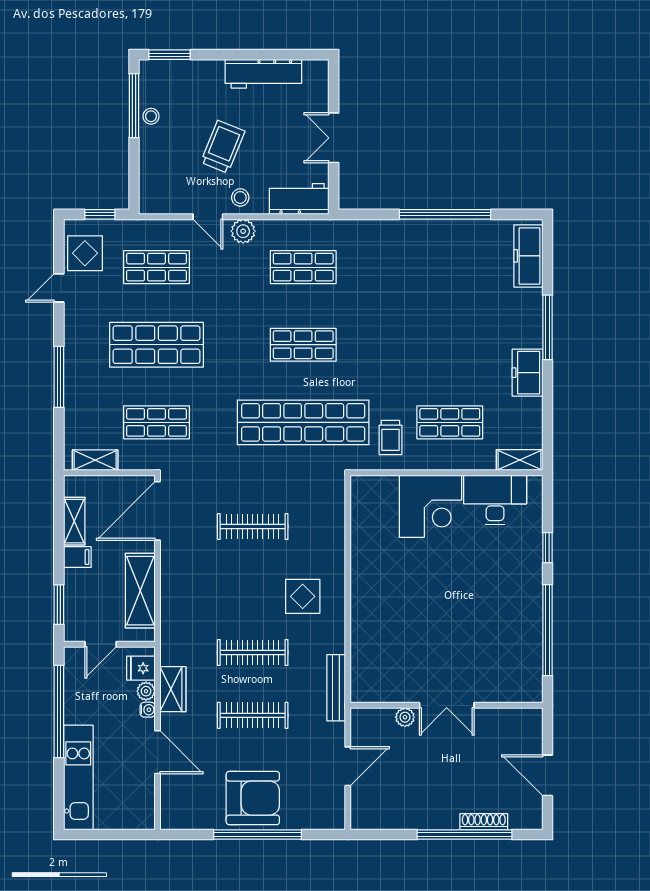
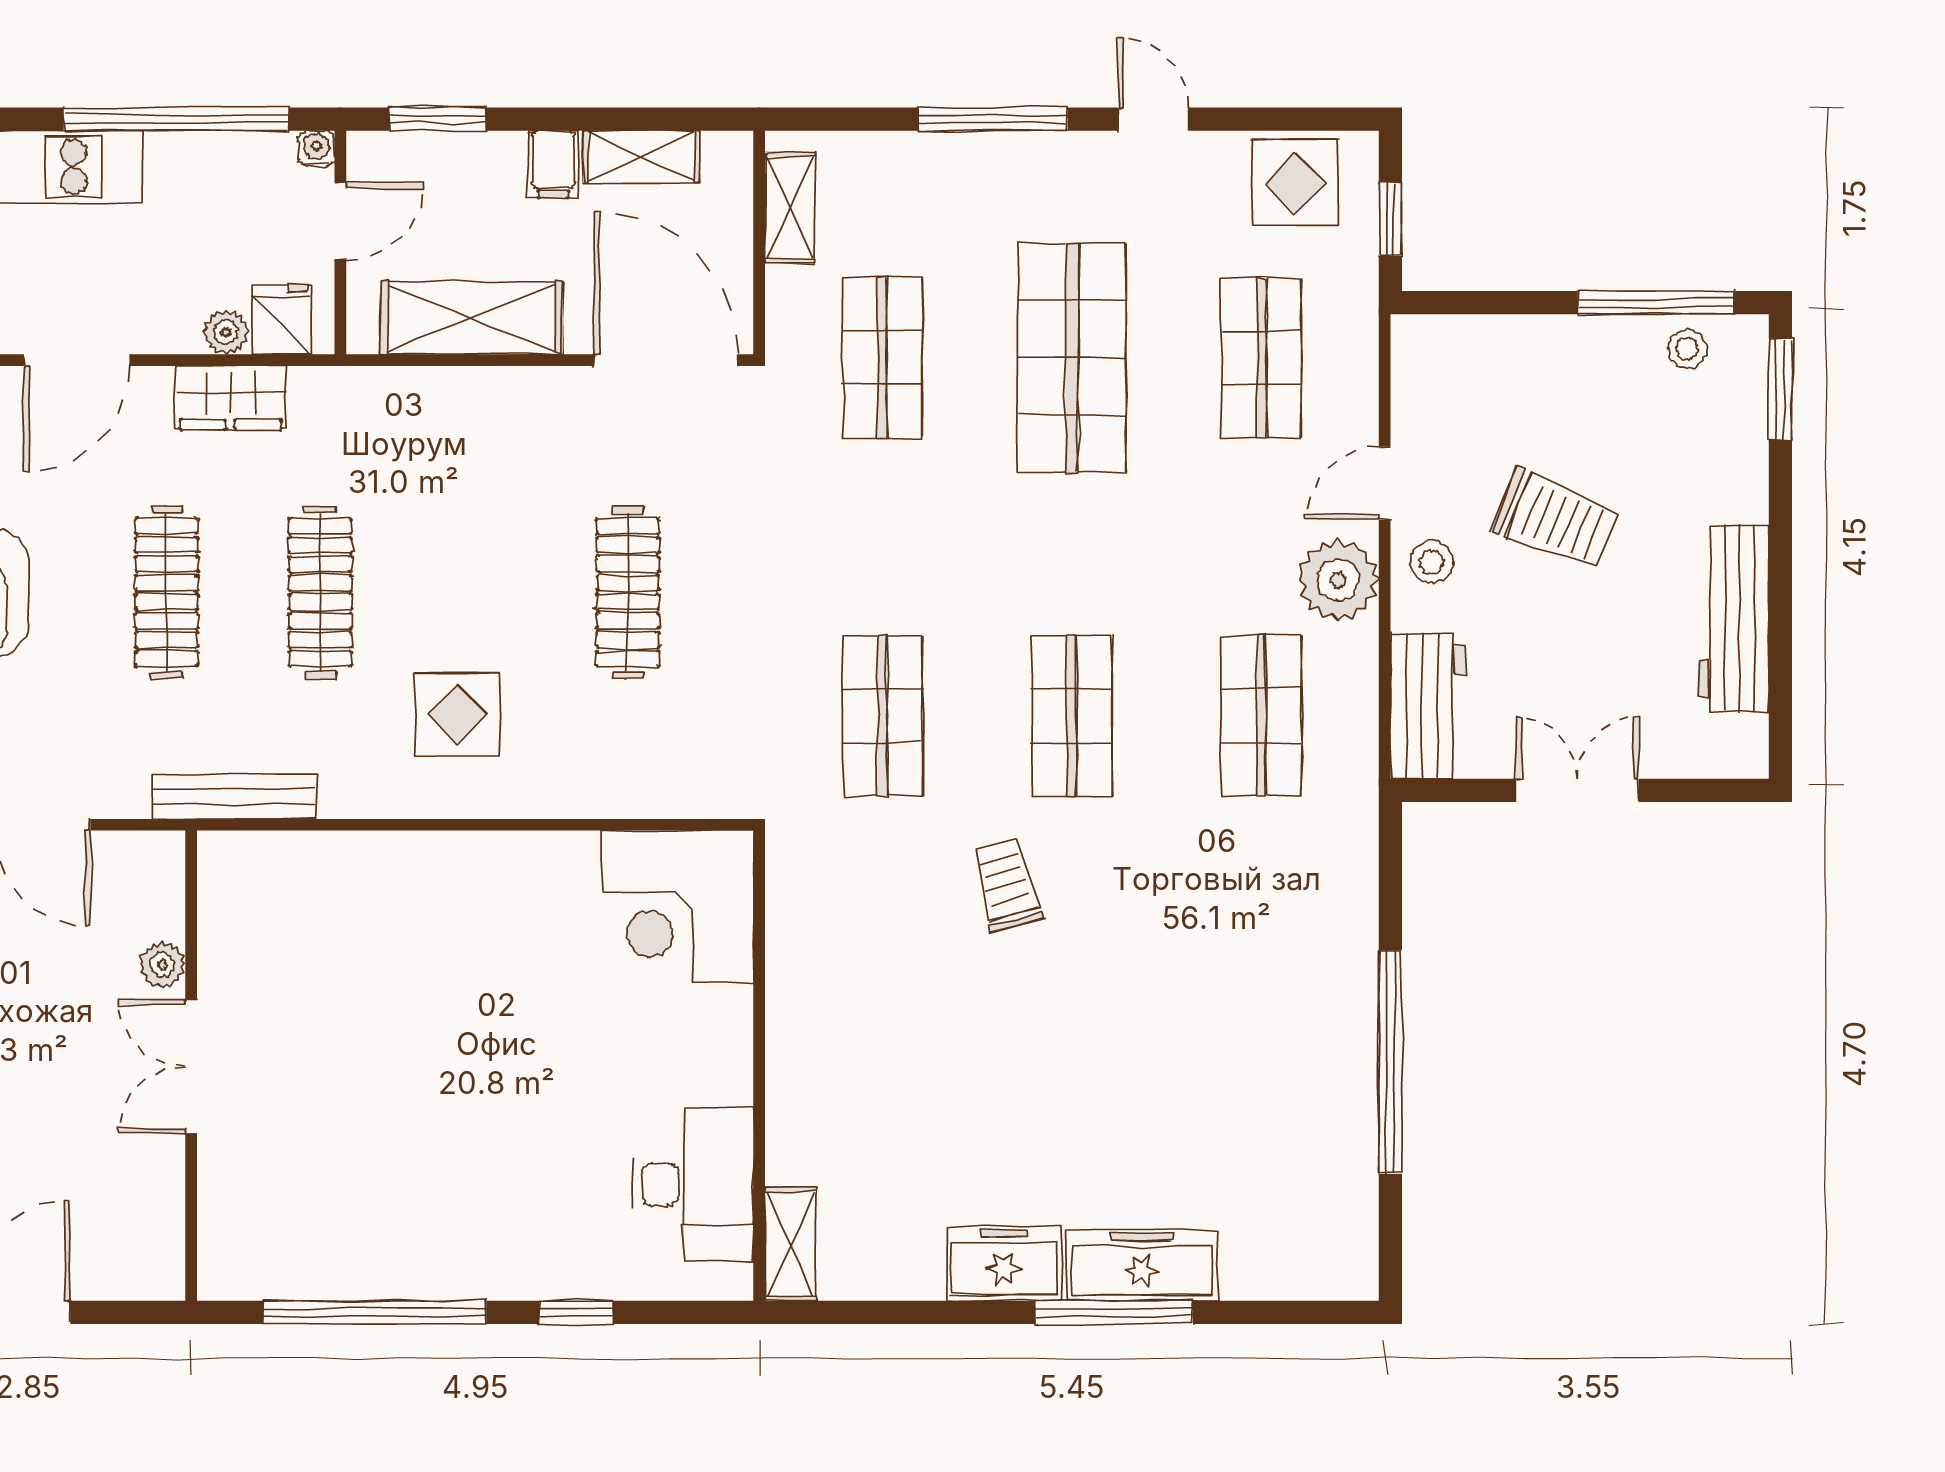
stool: (151, 116) -> (1687, 349), moved
plant: (243, 231) -> (1338, 580), width x1.36, depth x1.36
freezer: (528, 256) -> (1142, 1266), moved
door: (59, 288) -> (1154, 119), moved
shop shelf: (303, 422) -> (882, 716), width x0.50, depth x0.74
shop shelf: (450, 422) -> (882, 1074), removed
trolley: (390, 438) -> (1007, 885), moved, turned 75
corner desk: (431, 506) -> (677, 907), moved
door: (101, 644) -> (340, 221), swing flipped
water cooler: (148, 710) -> (316, 149), moved, turned 180

